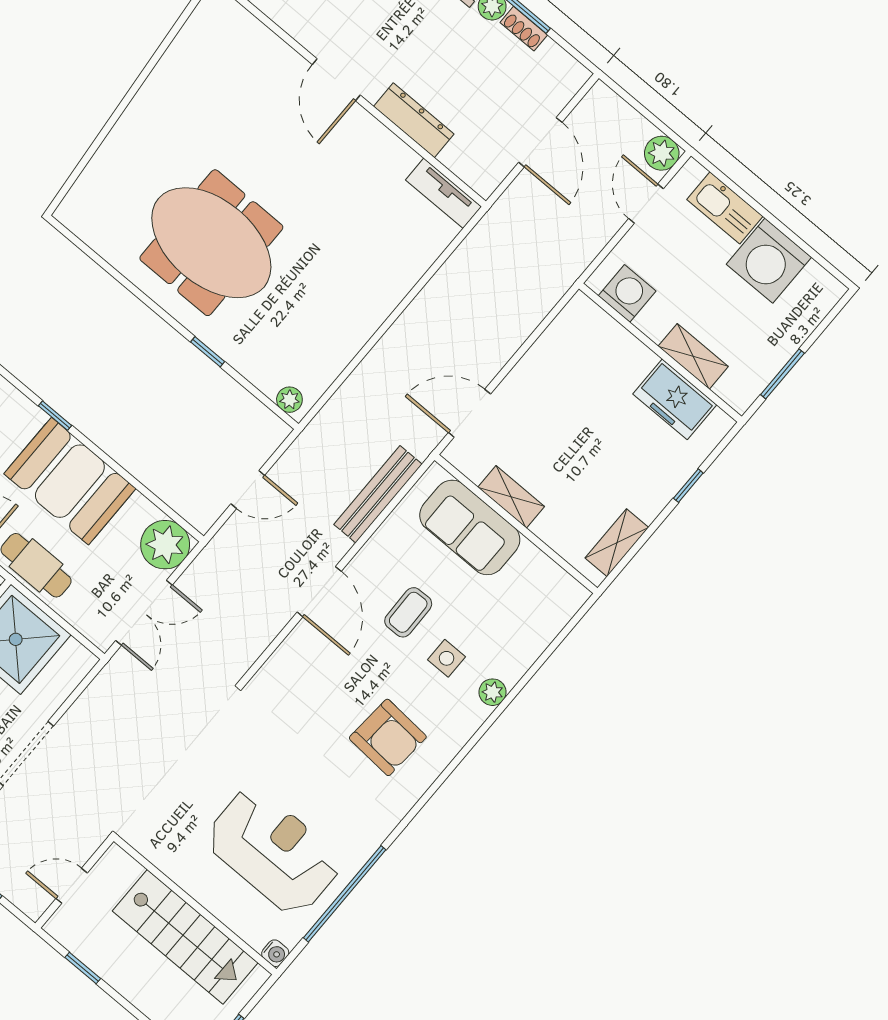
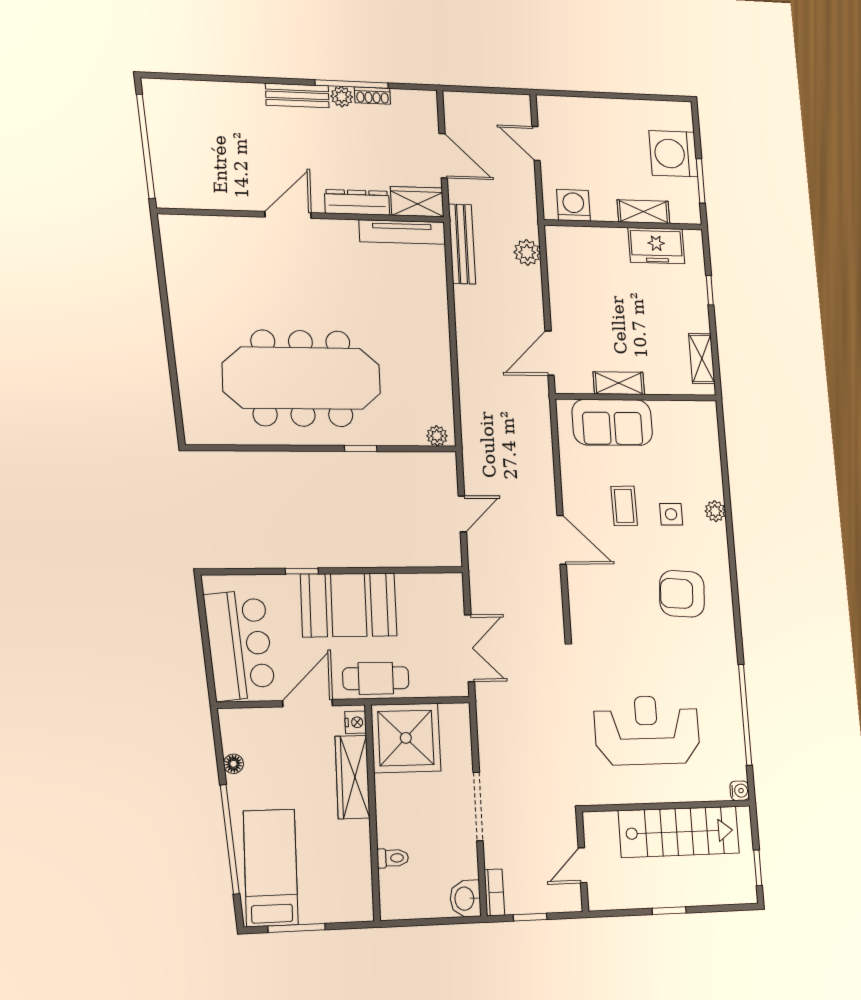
door: (336, 80) -> (288, 215), swing flipped
plant: (662, 153) -> (527, 252), moved
wardrobe: (473, 166) -> (417, 202), added
tv unit: (444, 193) -> (402, 232), width x1.41
kitchen sink: (725, 208) -> (582, 110), removed
meeting table: (211, 243) -> (302, 378), width x1.36
washing machine: (769, 261) -> (673, 154), moved, turned 90
bench: (378, 494) -> (462, 244), moved
plant: (165, 545) -> (444, 593), removed
armchair: (388, 737) -> (682, 594), turned 180
reception desk: (273, 851) -> (647, 730), moved
window: (83, 968) -> (669, 911), moved

